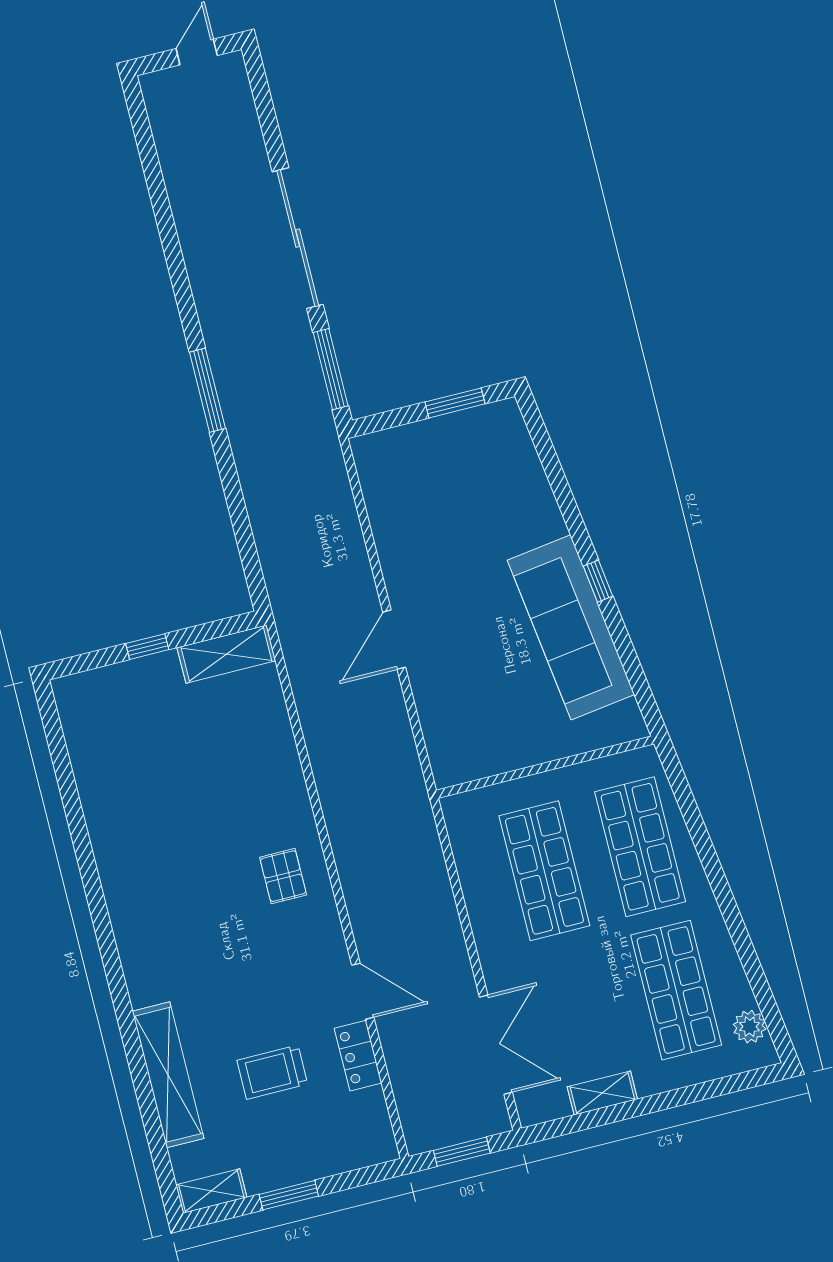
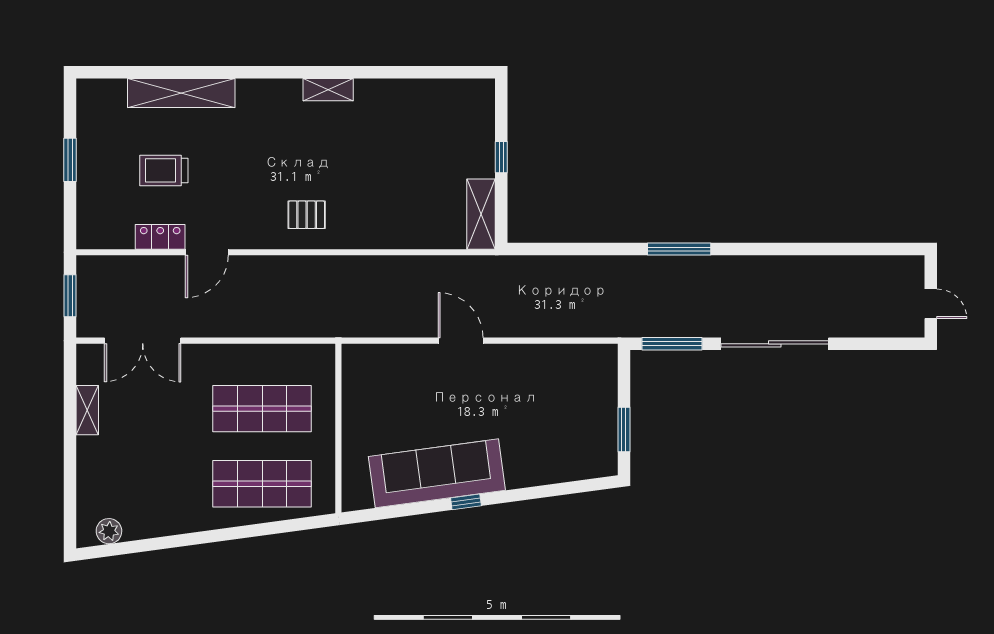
shop shelf: (676, 990) -> (150, 484), removed
trolley: (272, 1072) -> (164, 170), turned -90
shelving: (211, 1191) -> (328, 90), moved, turned 90

